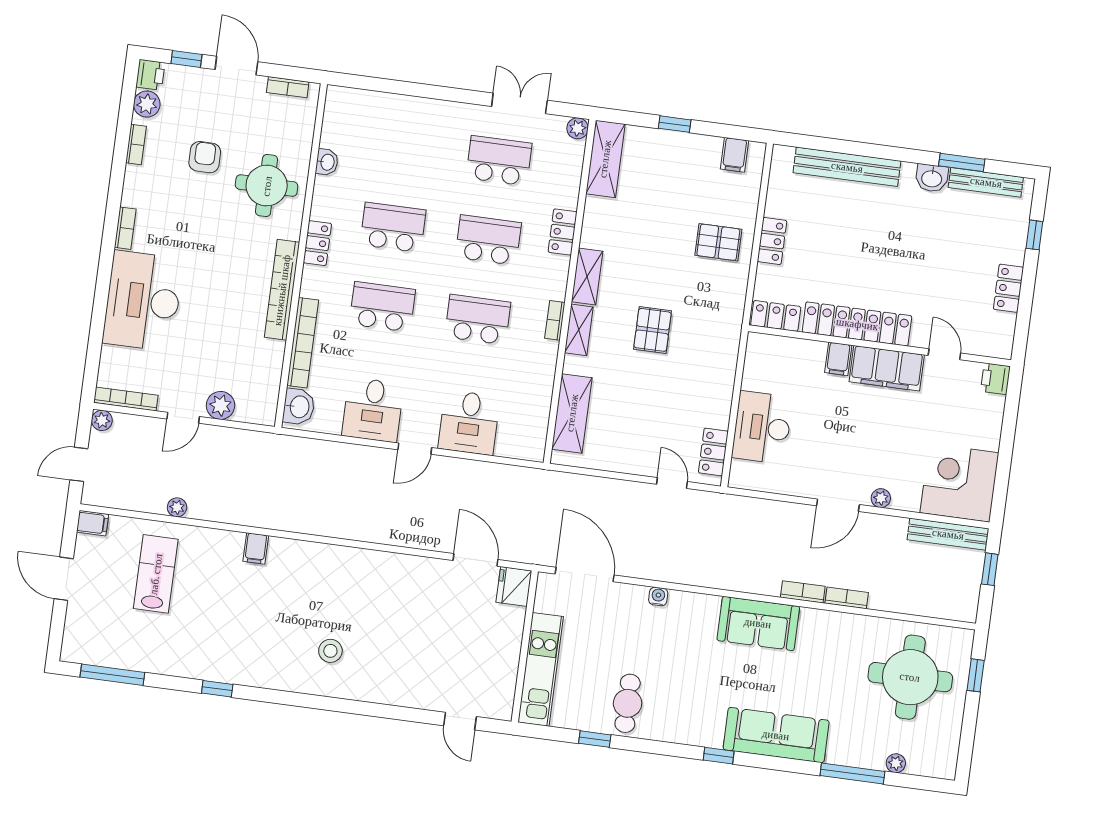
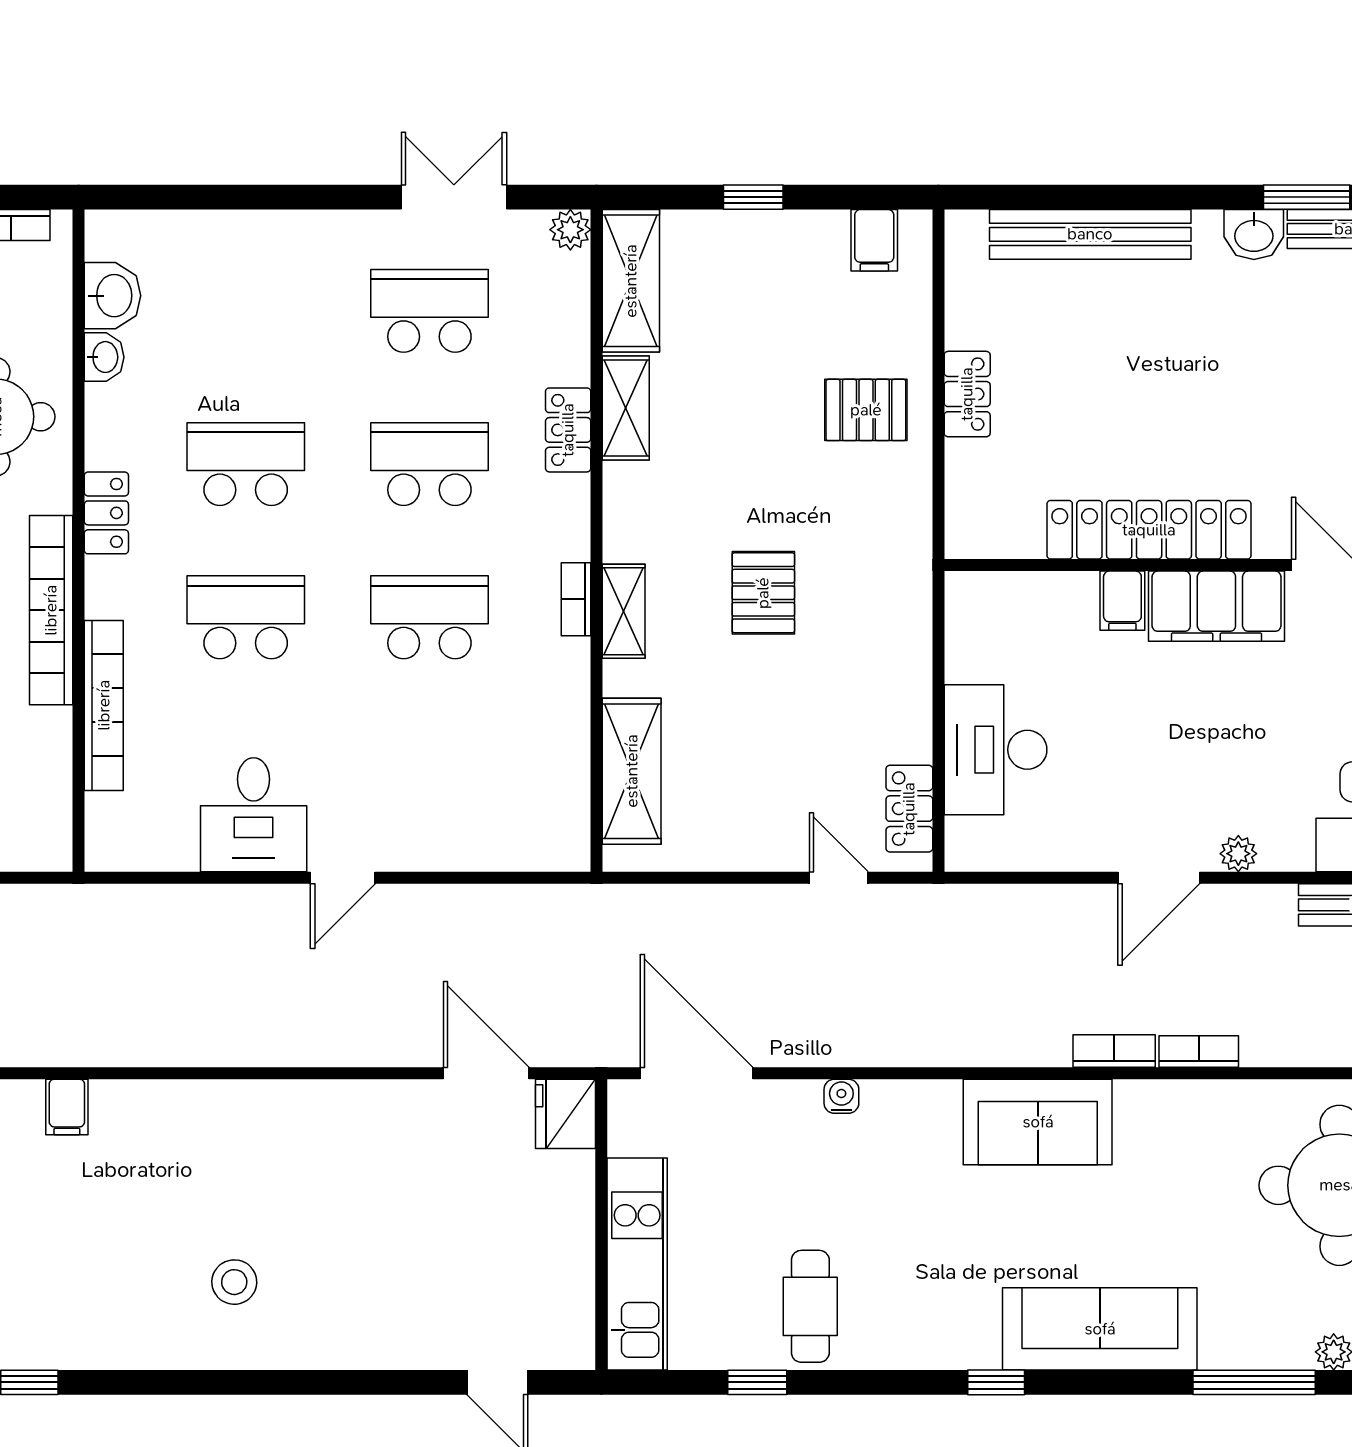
shelving: (587, 277) -> (626, 408), moved
locker: (776, 316) -> (993, 535), removed
washbasin: (299, 407) -> (113, 296), moved
desk: (469, 423) -> (439, 815), removed

